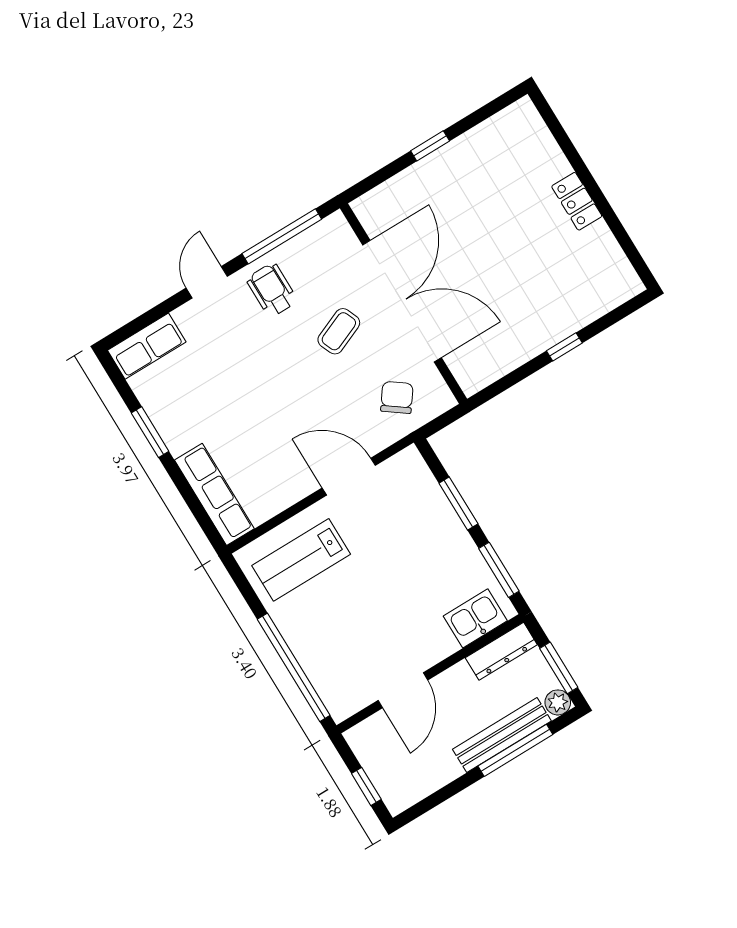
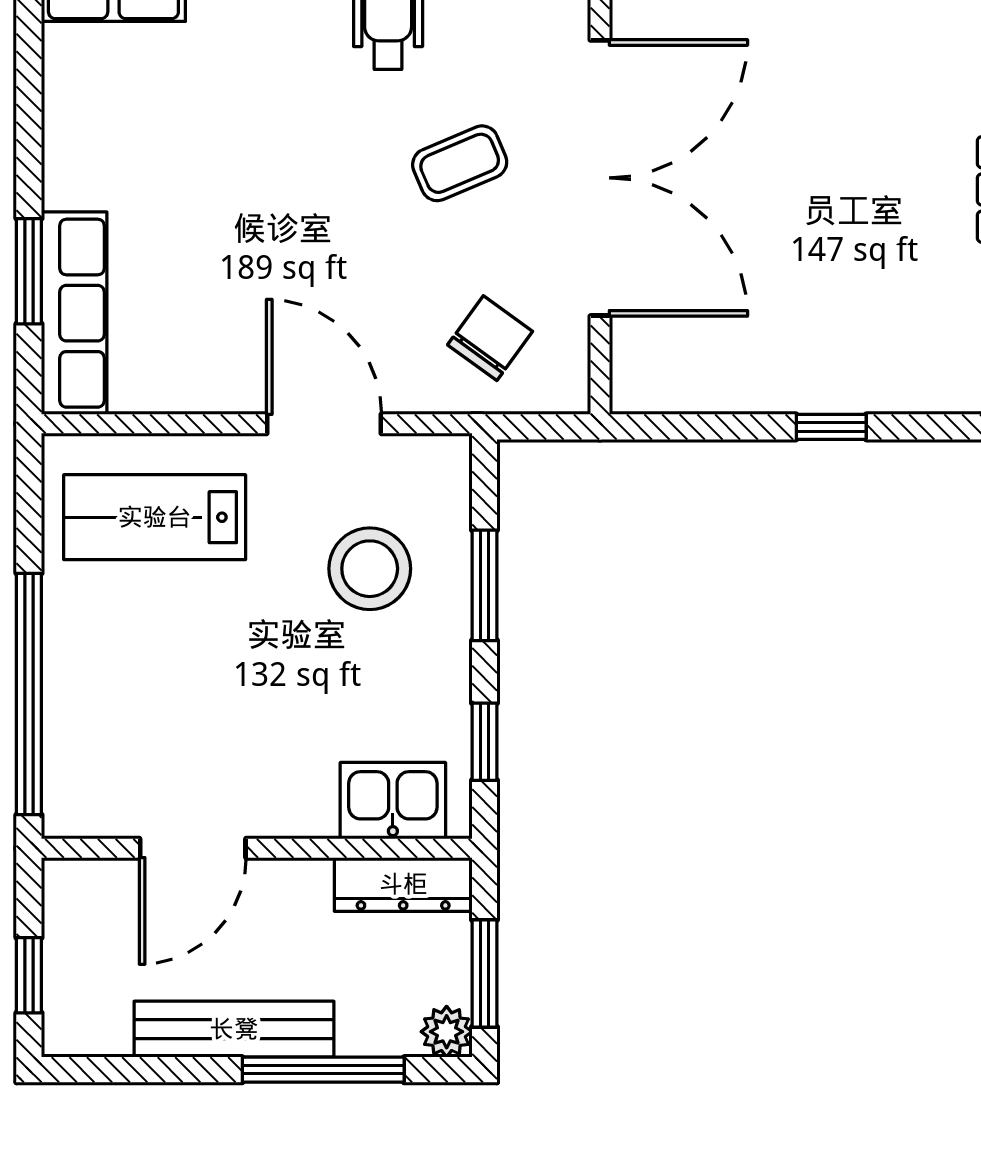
window: (150, 432) -> (29, 271), moved
stool: (406, 526) -> (370, 569), added
window: (499, 570) -> (484, 742), width x0.67
bench: (502, 735) -> (234, 1029), moved

